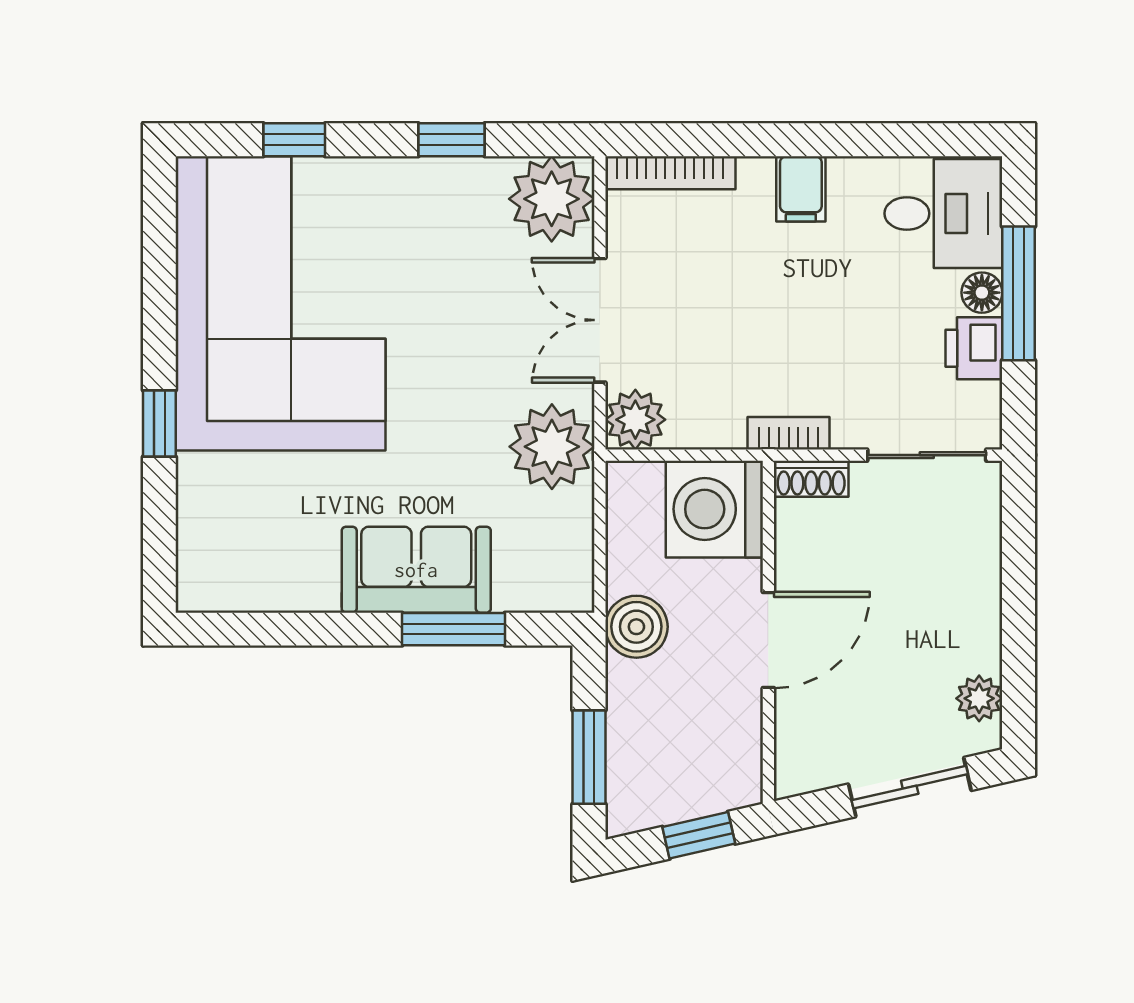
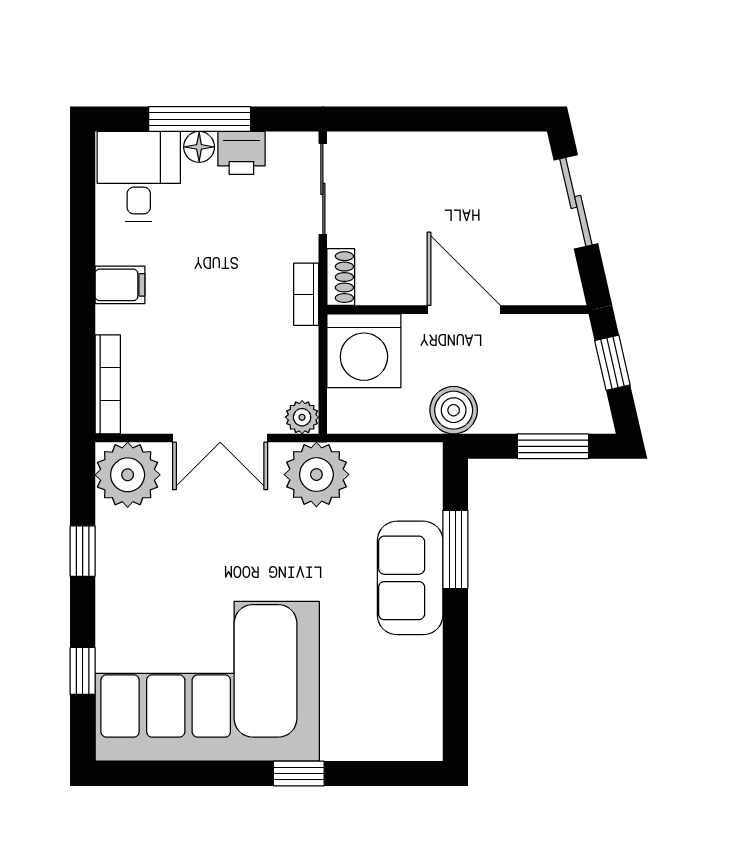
plant: (635, 420) -> (302, 417), width x0.73, depth x0.73
plant: (979, 698) -> (508, 149), removed

